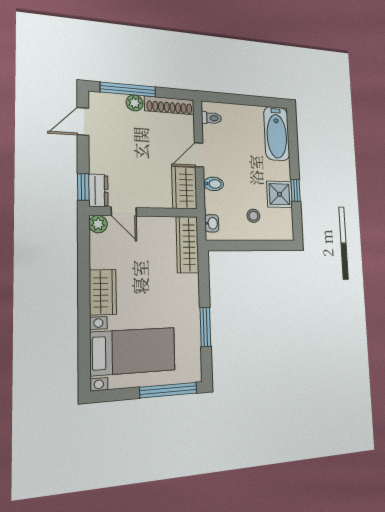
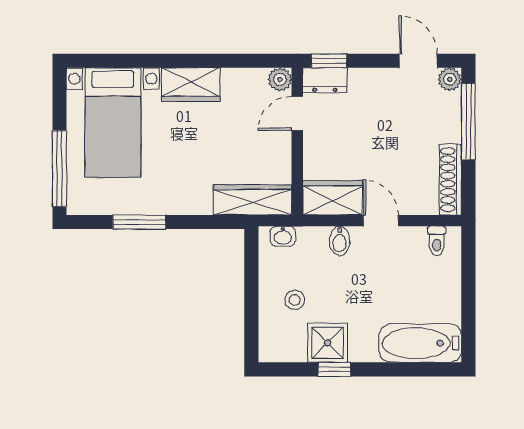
plant: (135, 103) -> (450, 79), moved

